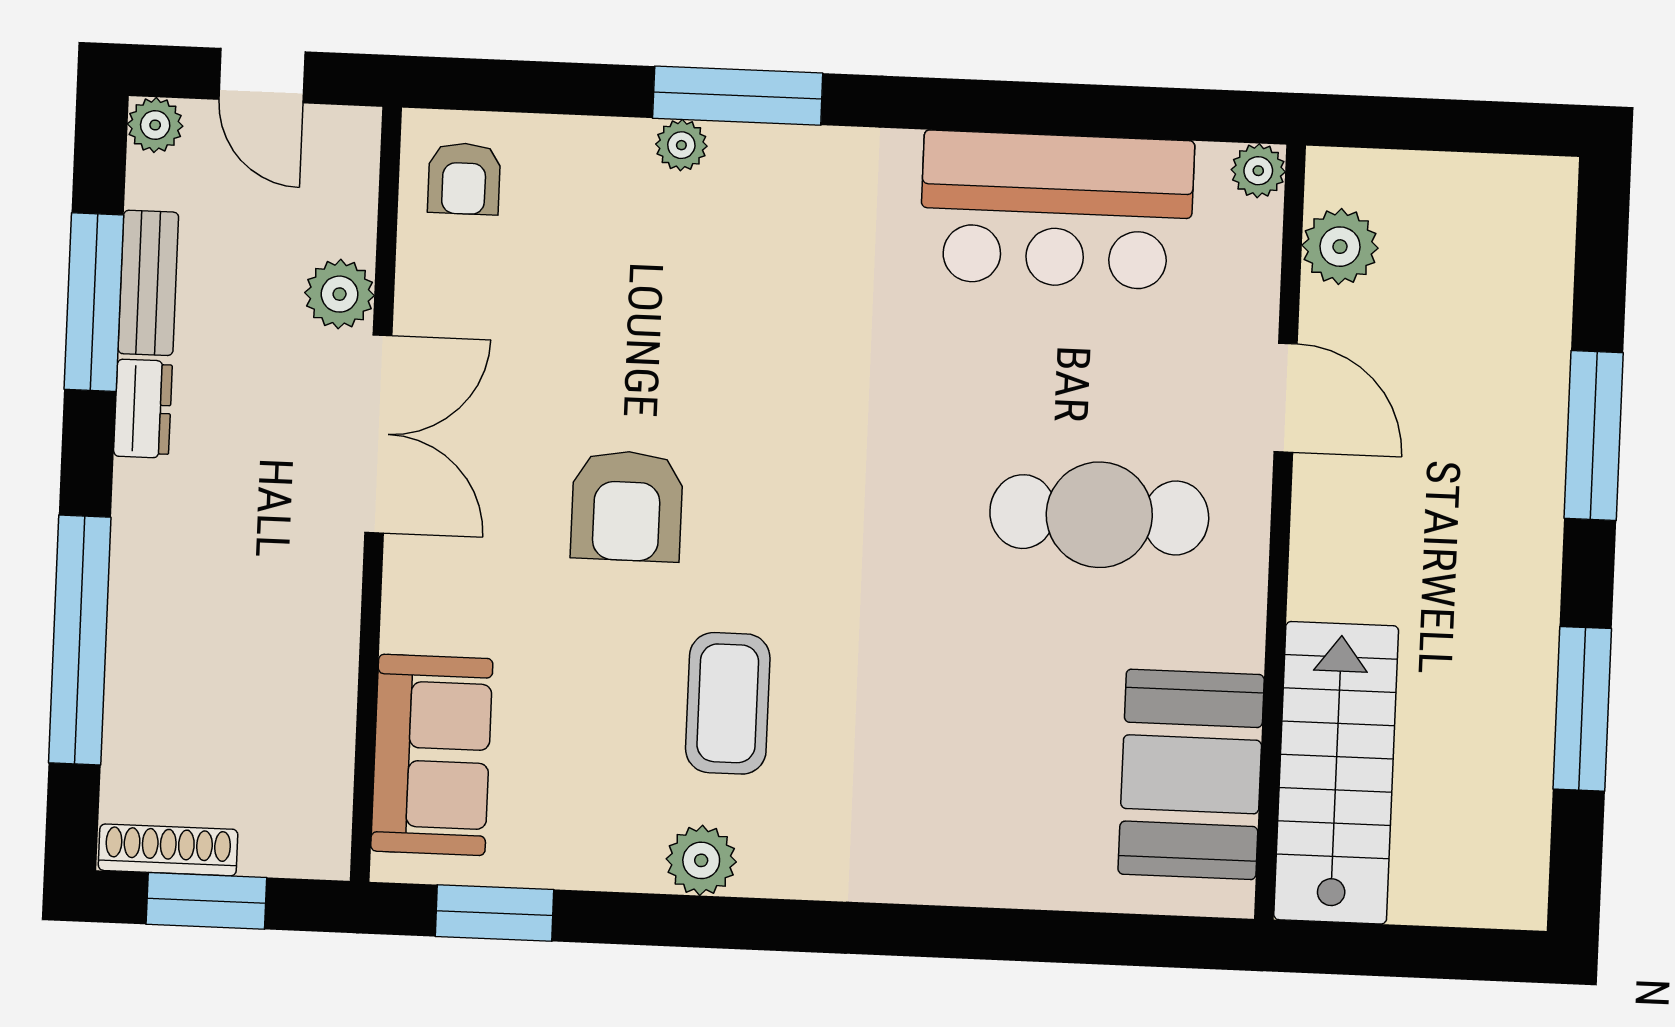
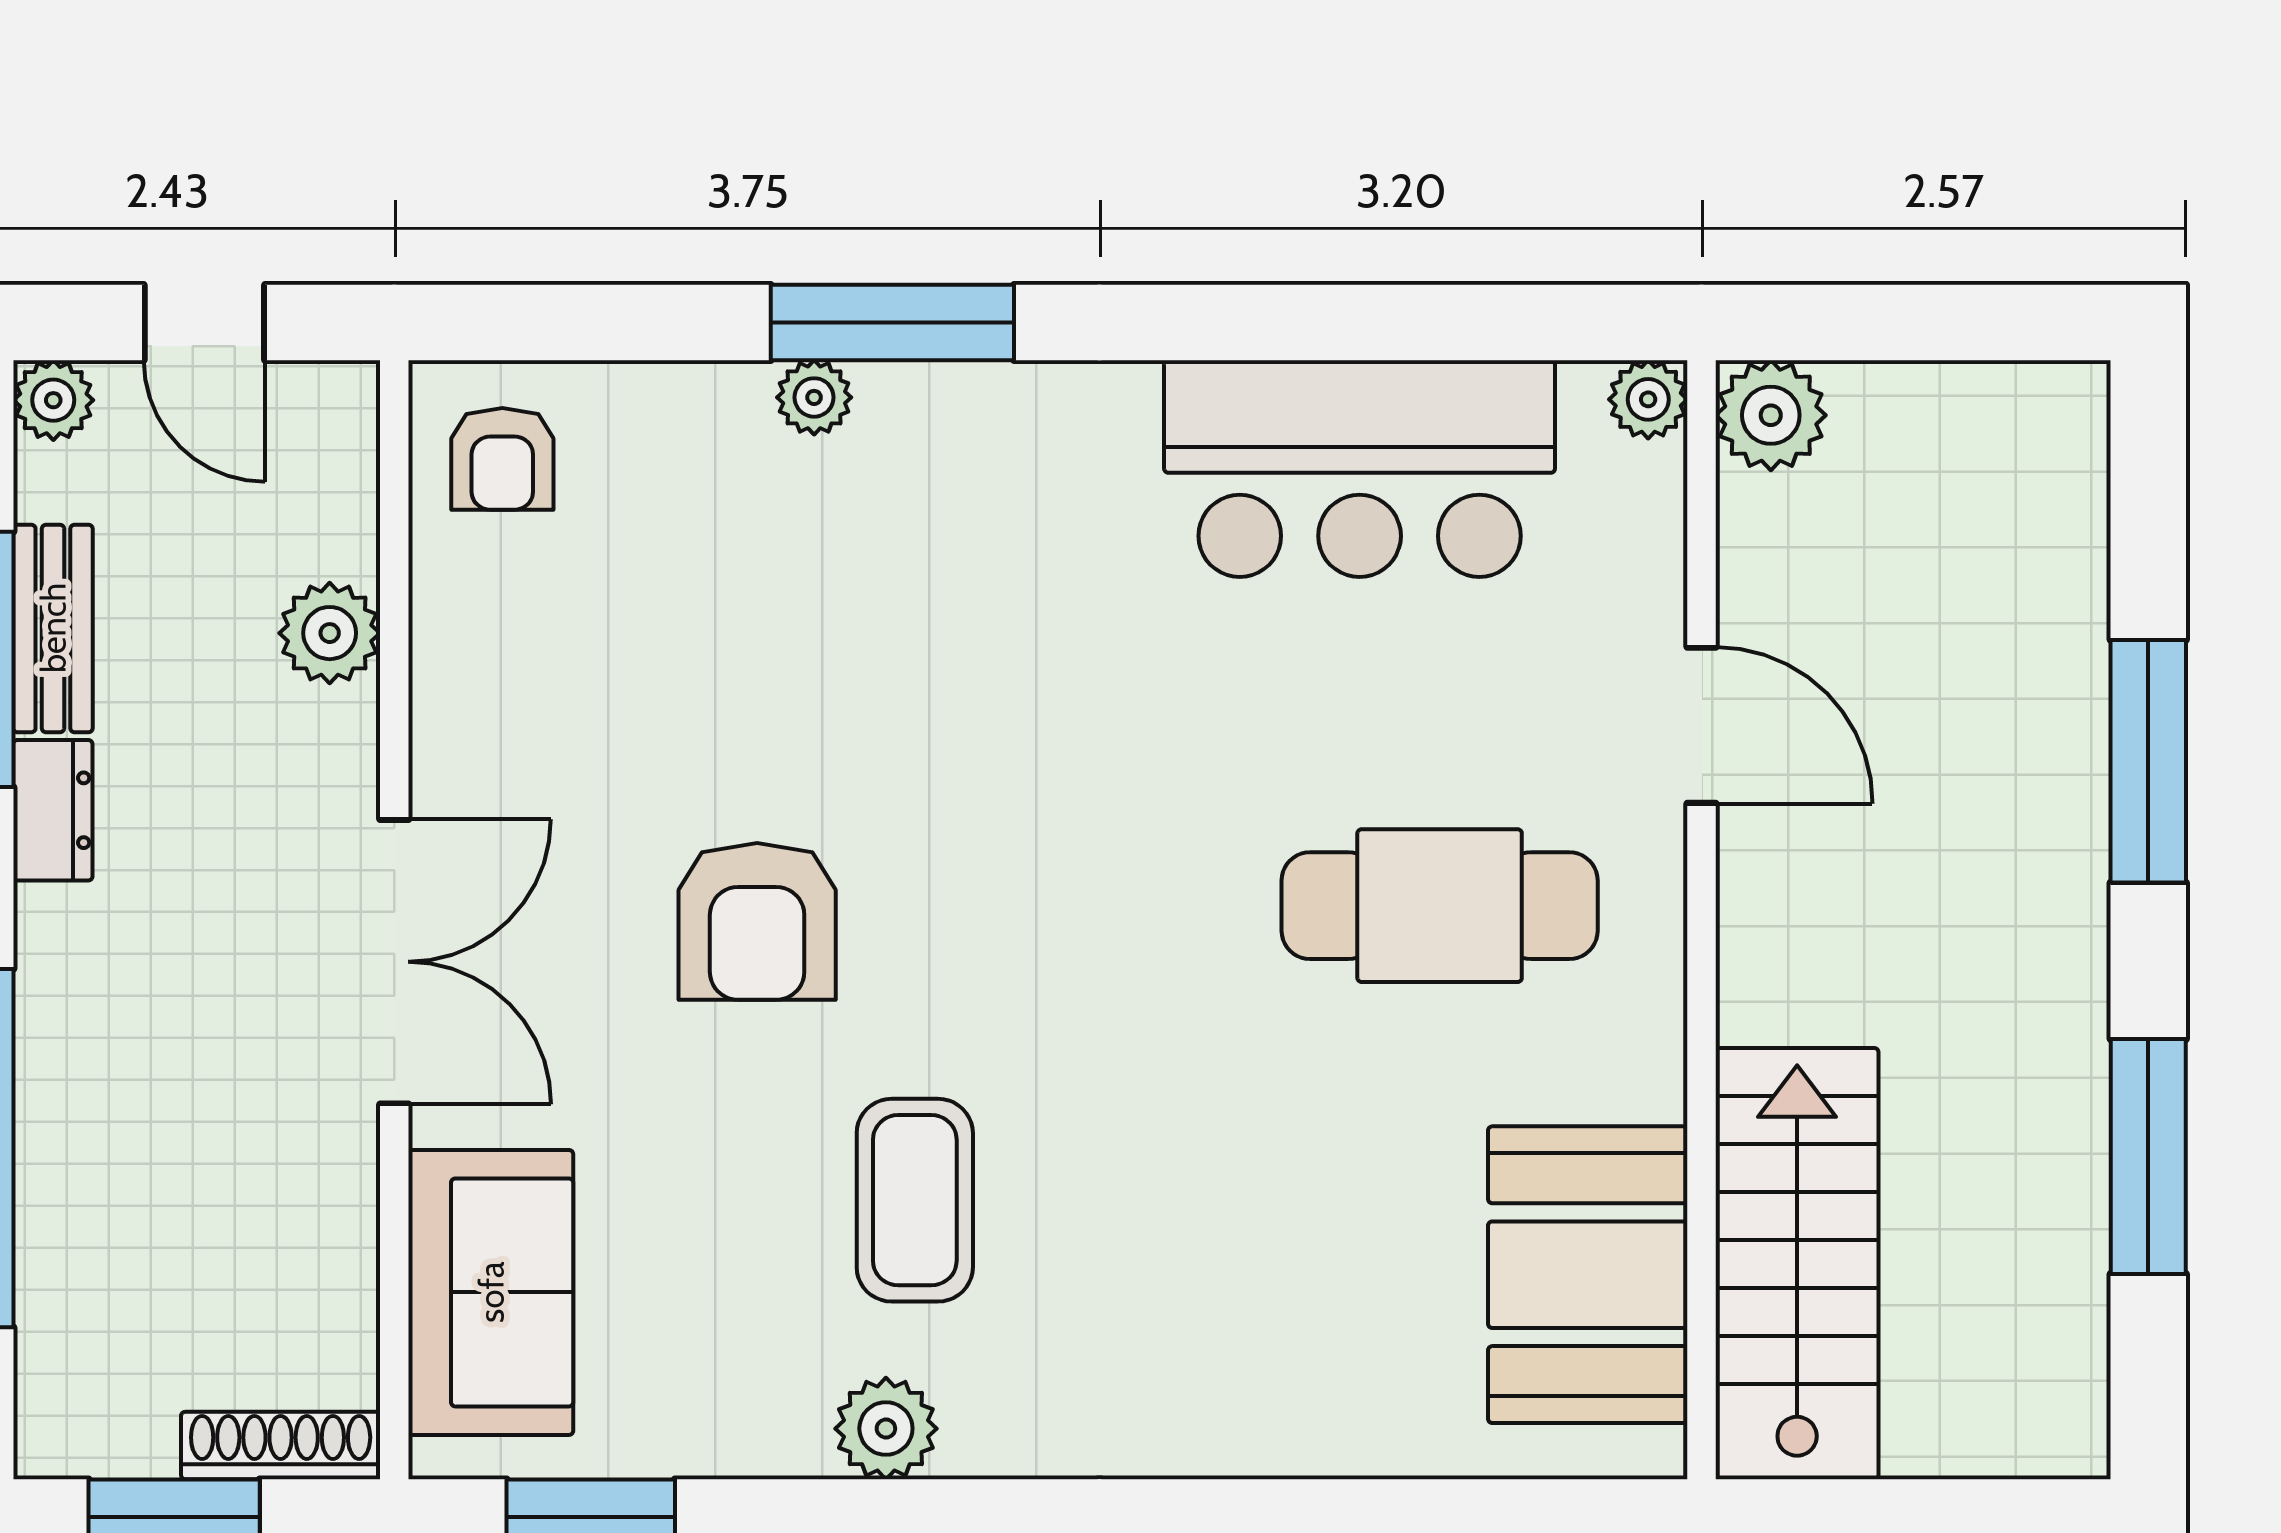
plant: (1340, 247) -> (1771, 415), moved
double door: (378, 434) -> (394, 962), moved
shoe rack: (168, 850) -> (281, 1446), moved

